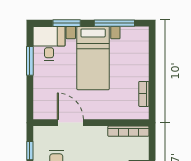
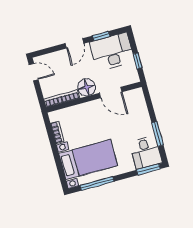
window: (67, 23) -> (148, 169), moved
bed with nightstands: (93, 58) -> (88, 160), moved, turned 90
floor lamp: (96, 136) -> (87, 87), added

